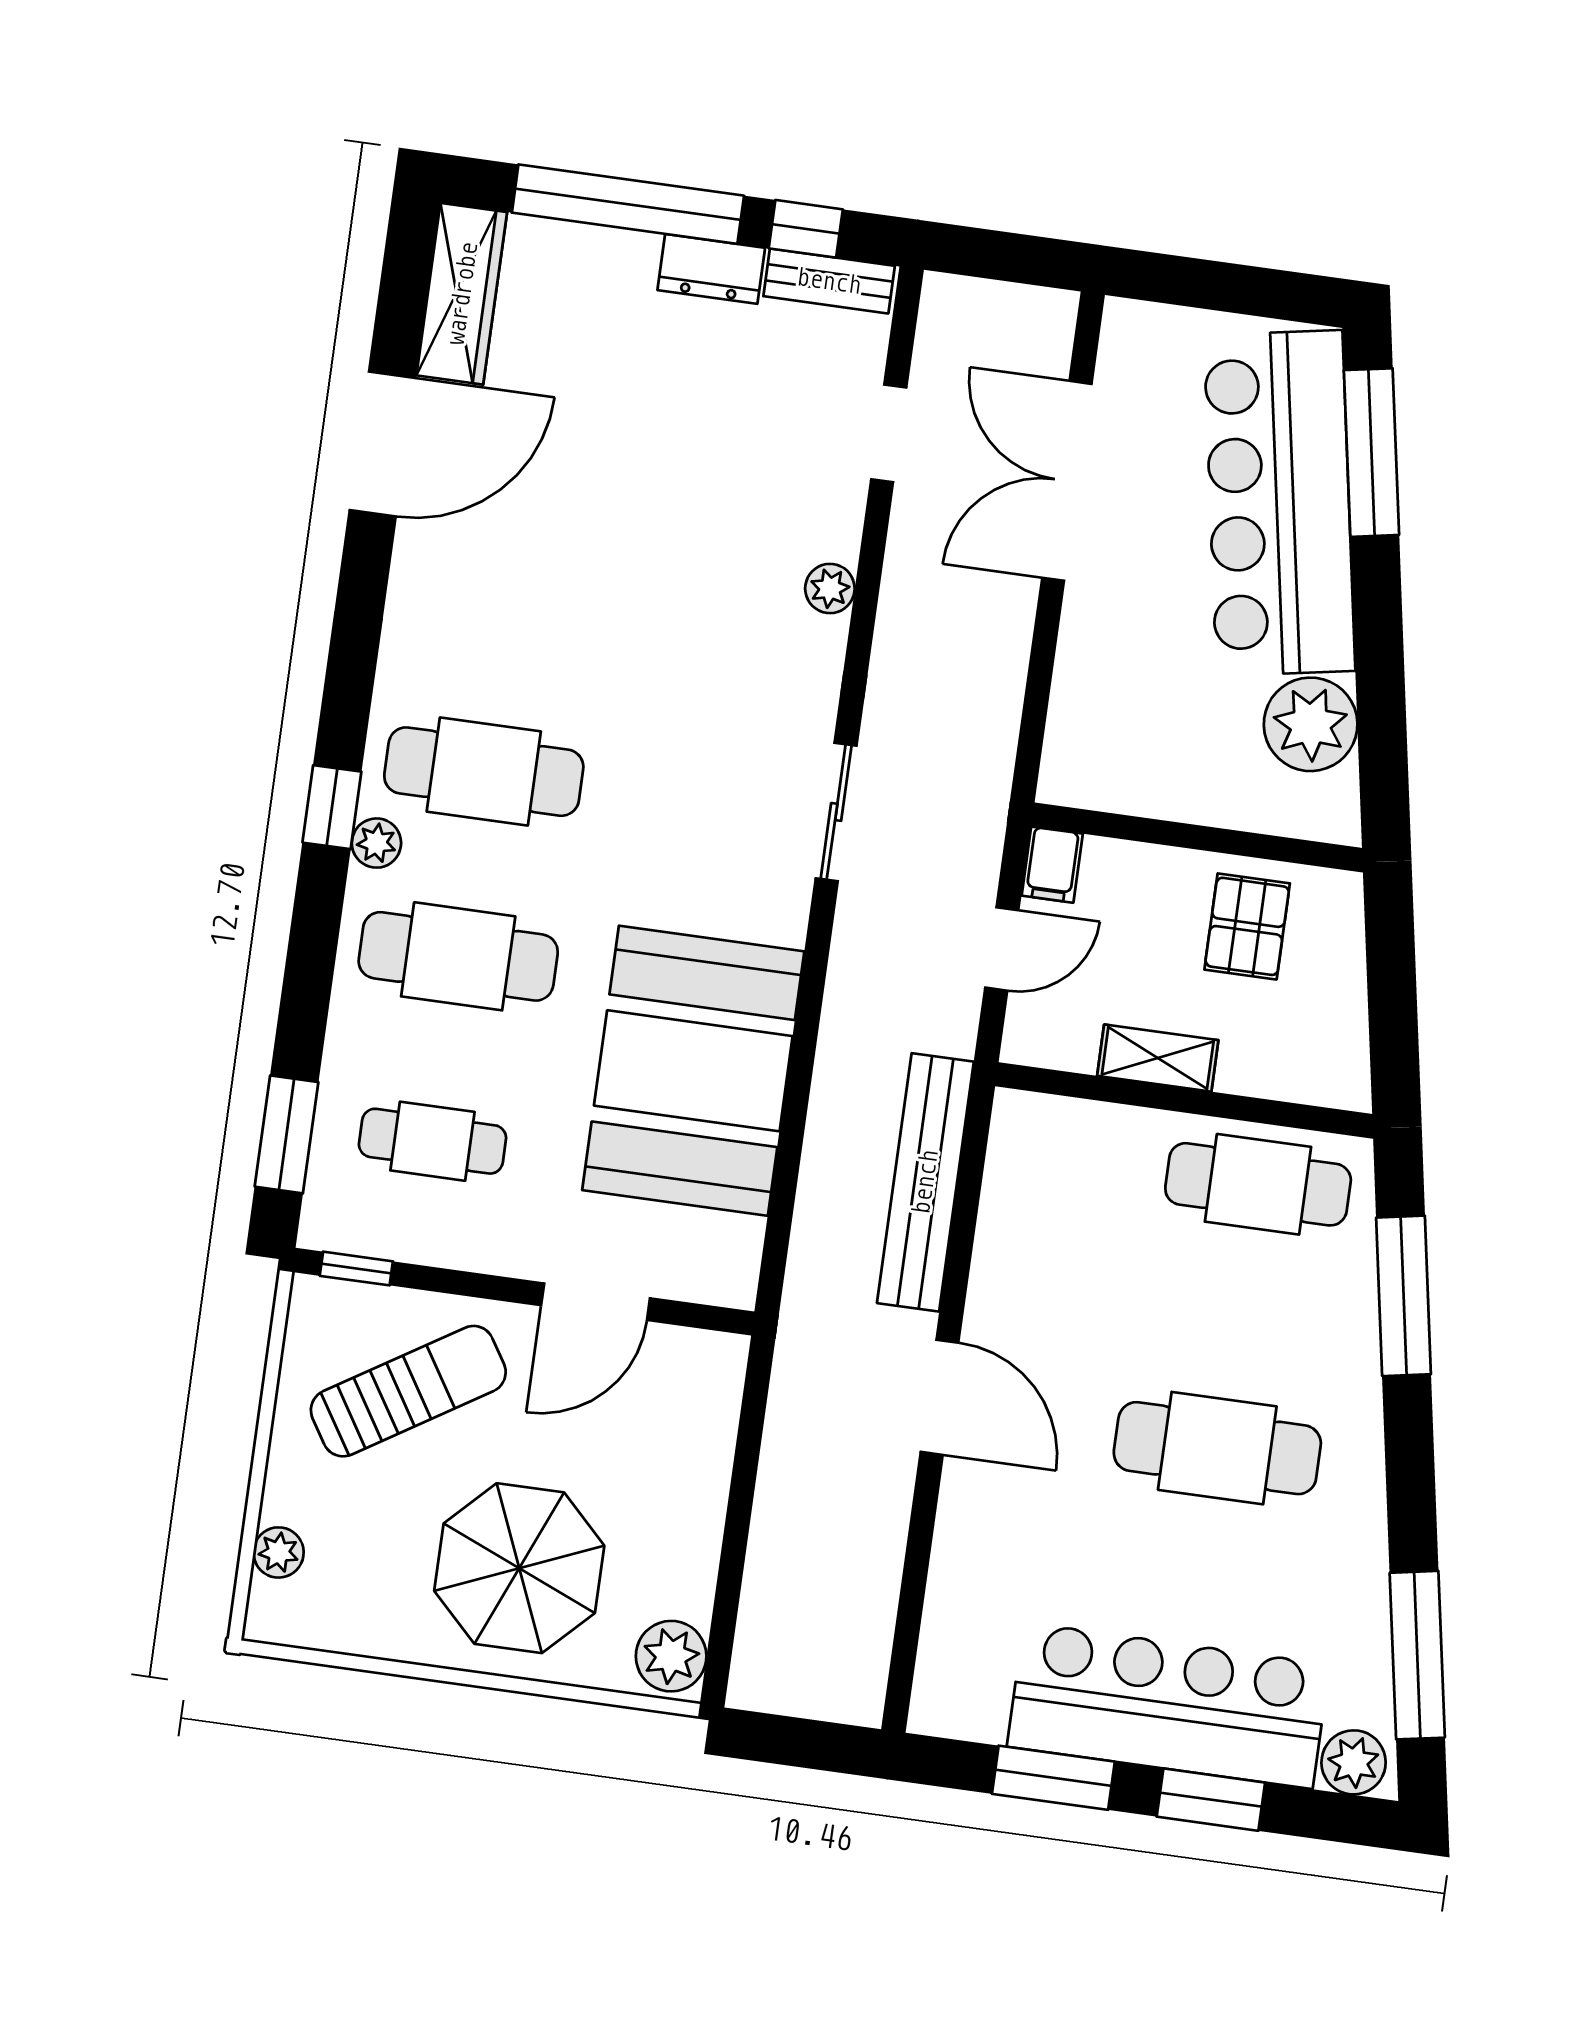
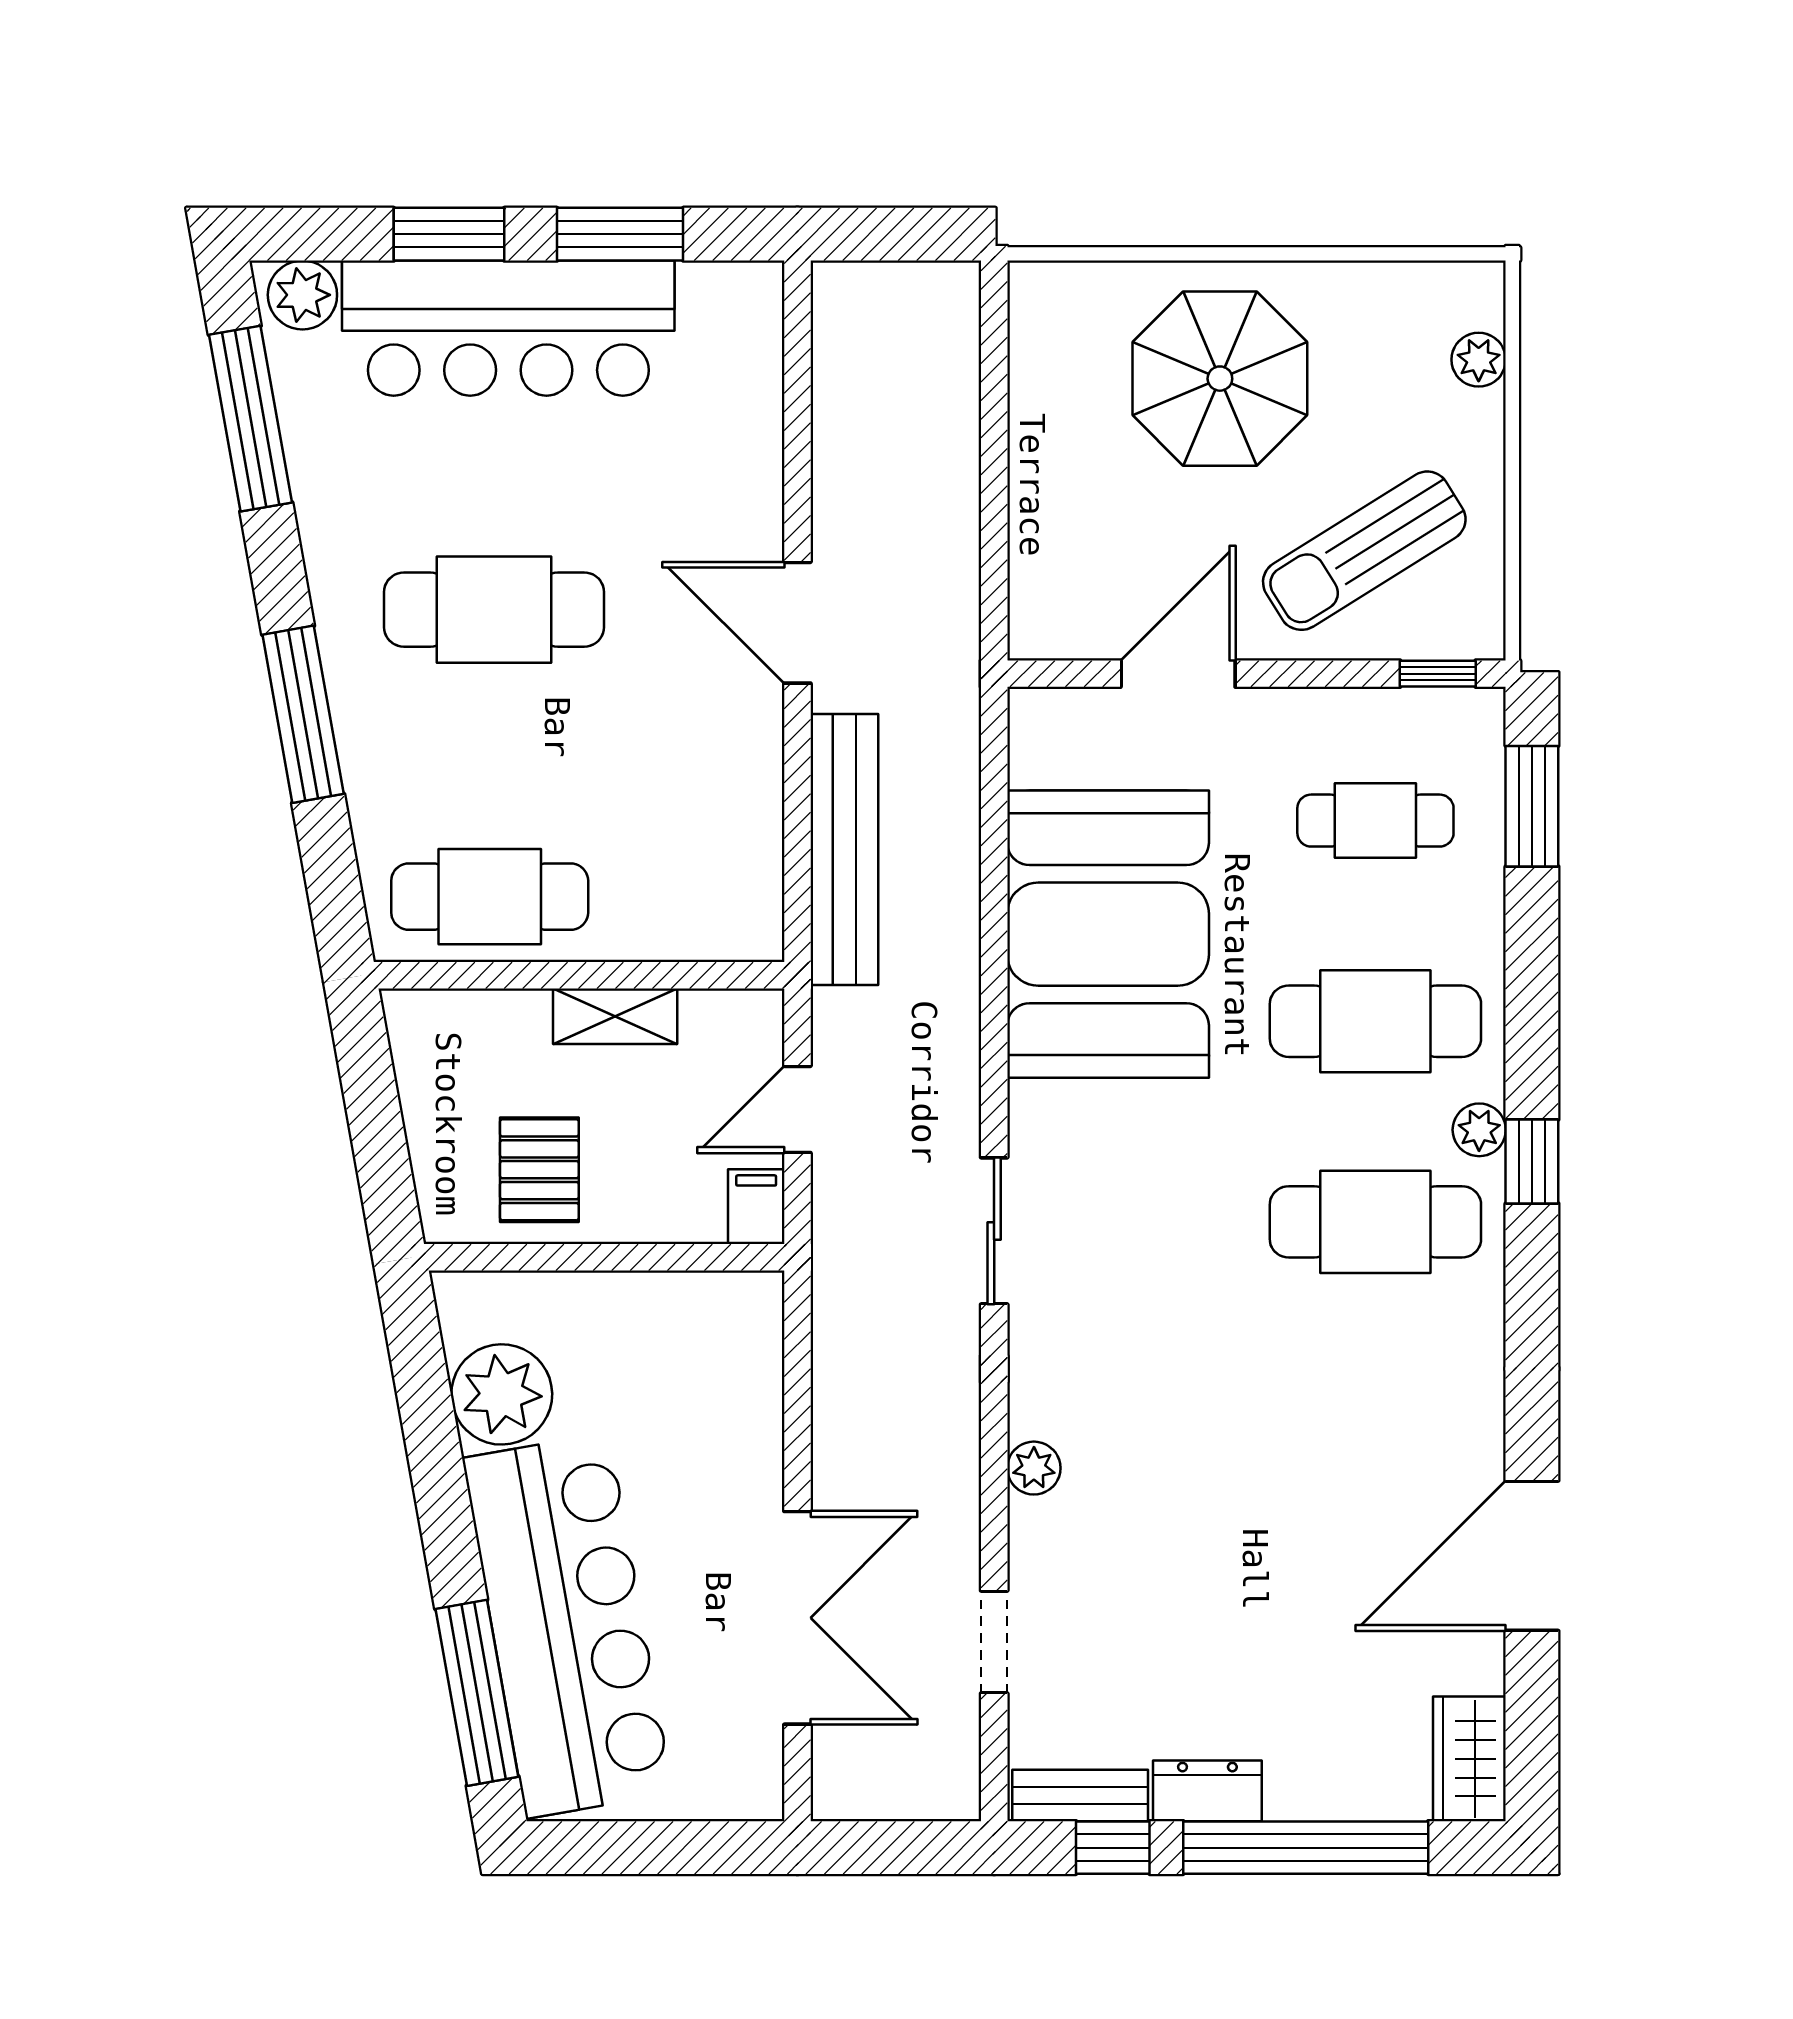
wardrobe: (462, 294) -> (1469, 1759), width x0.67
window: (1404, 1296) -> (303, 714), moved
plant: (671, 1656) -> (1045, 307), removed

